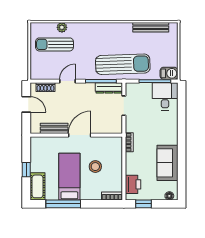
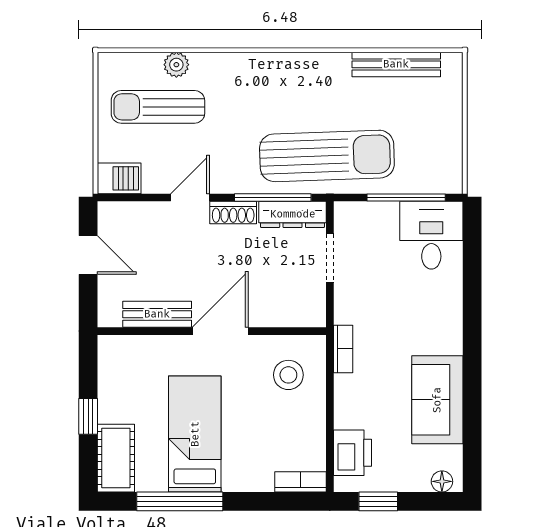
barbecue: (169, 73) -> (119, 178), moved
shoe rack: (45, 87) -> (233, 213), moved
stool: (95, 167) -> (288, 375), moved

